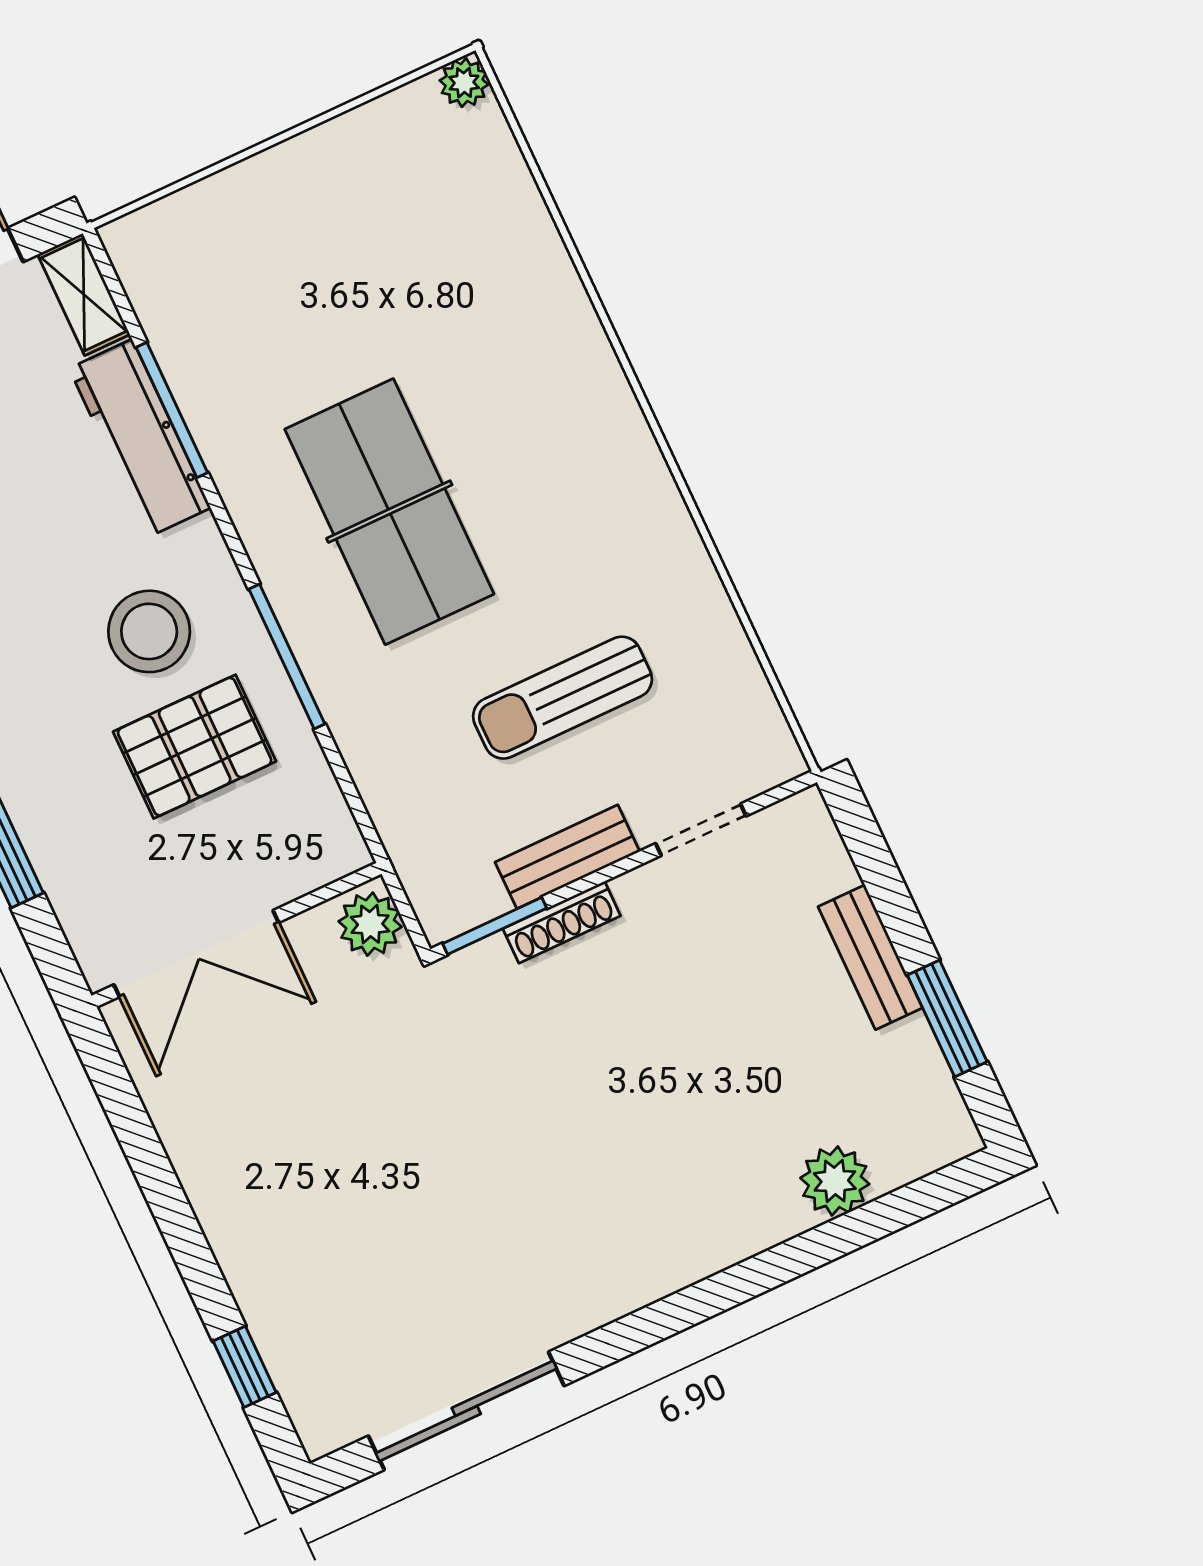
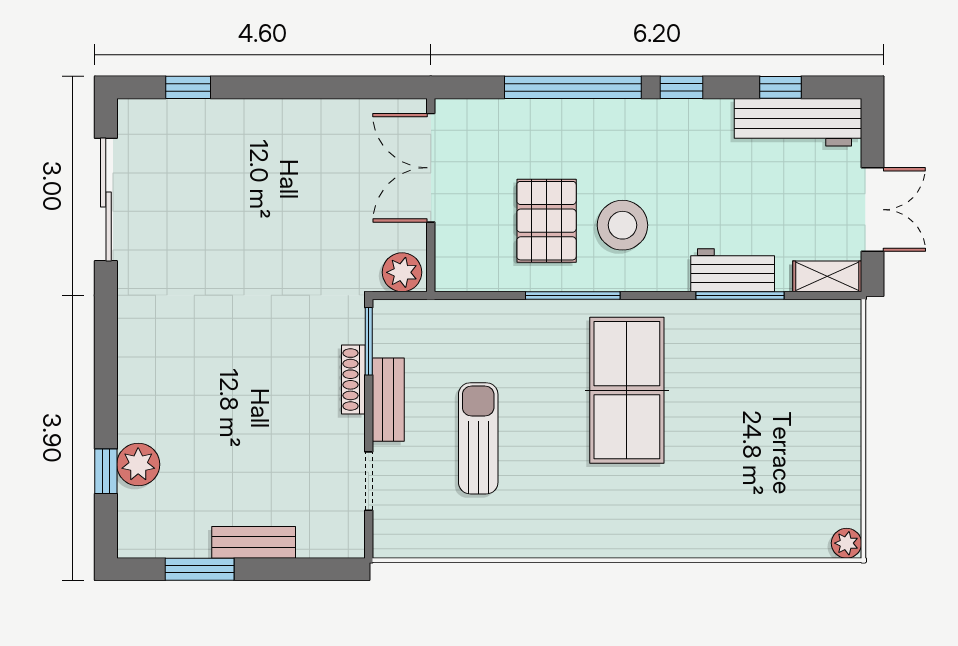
workbench: (140, 438) -> (733, 270), width x0.73
table tennis table: (389, 512) -> (627, 390), turned 90
window: (867, 1224) -> (106, 471), added

